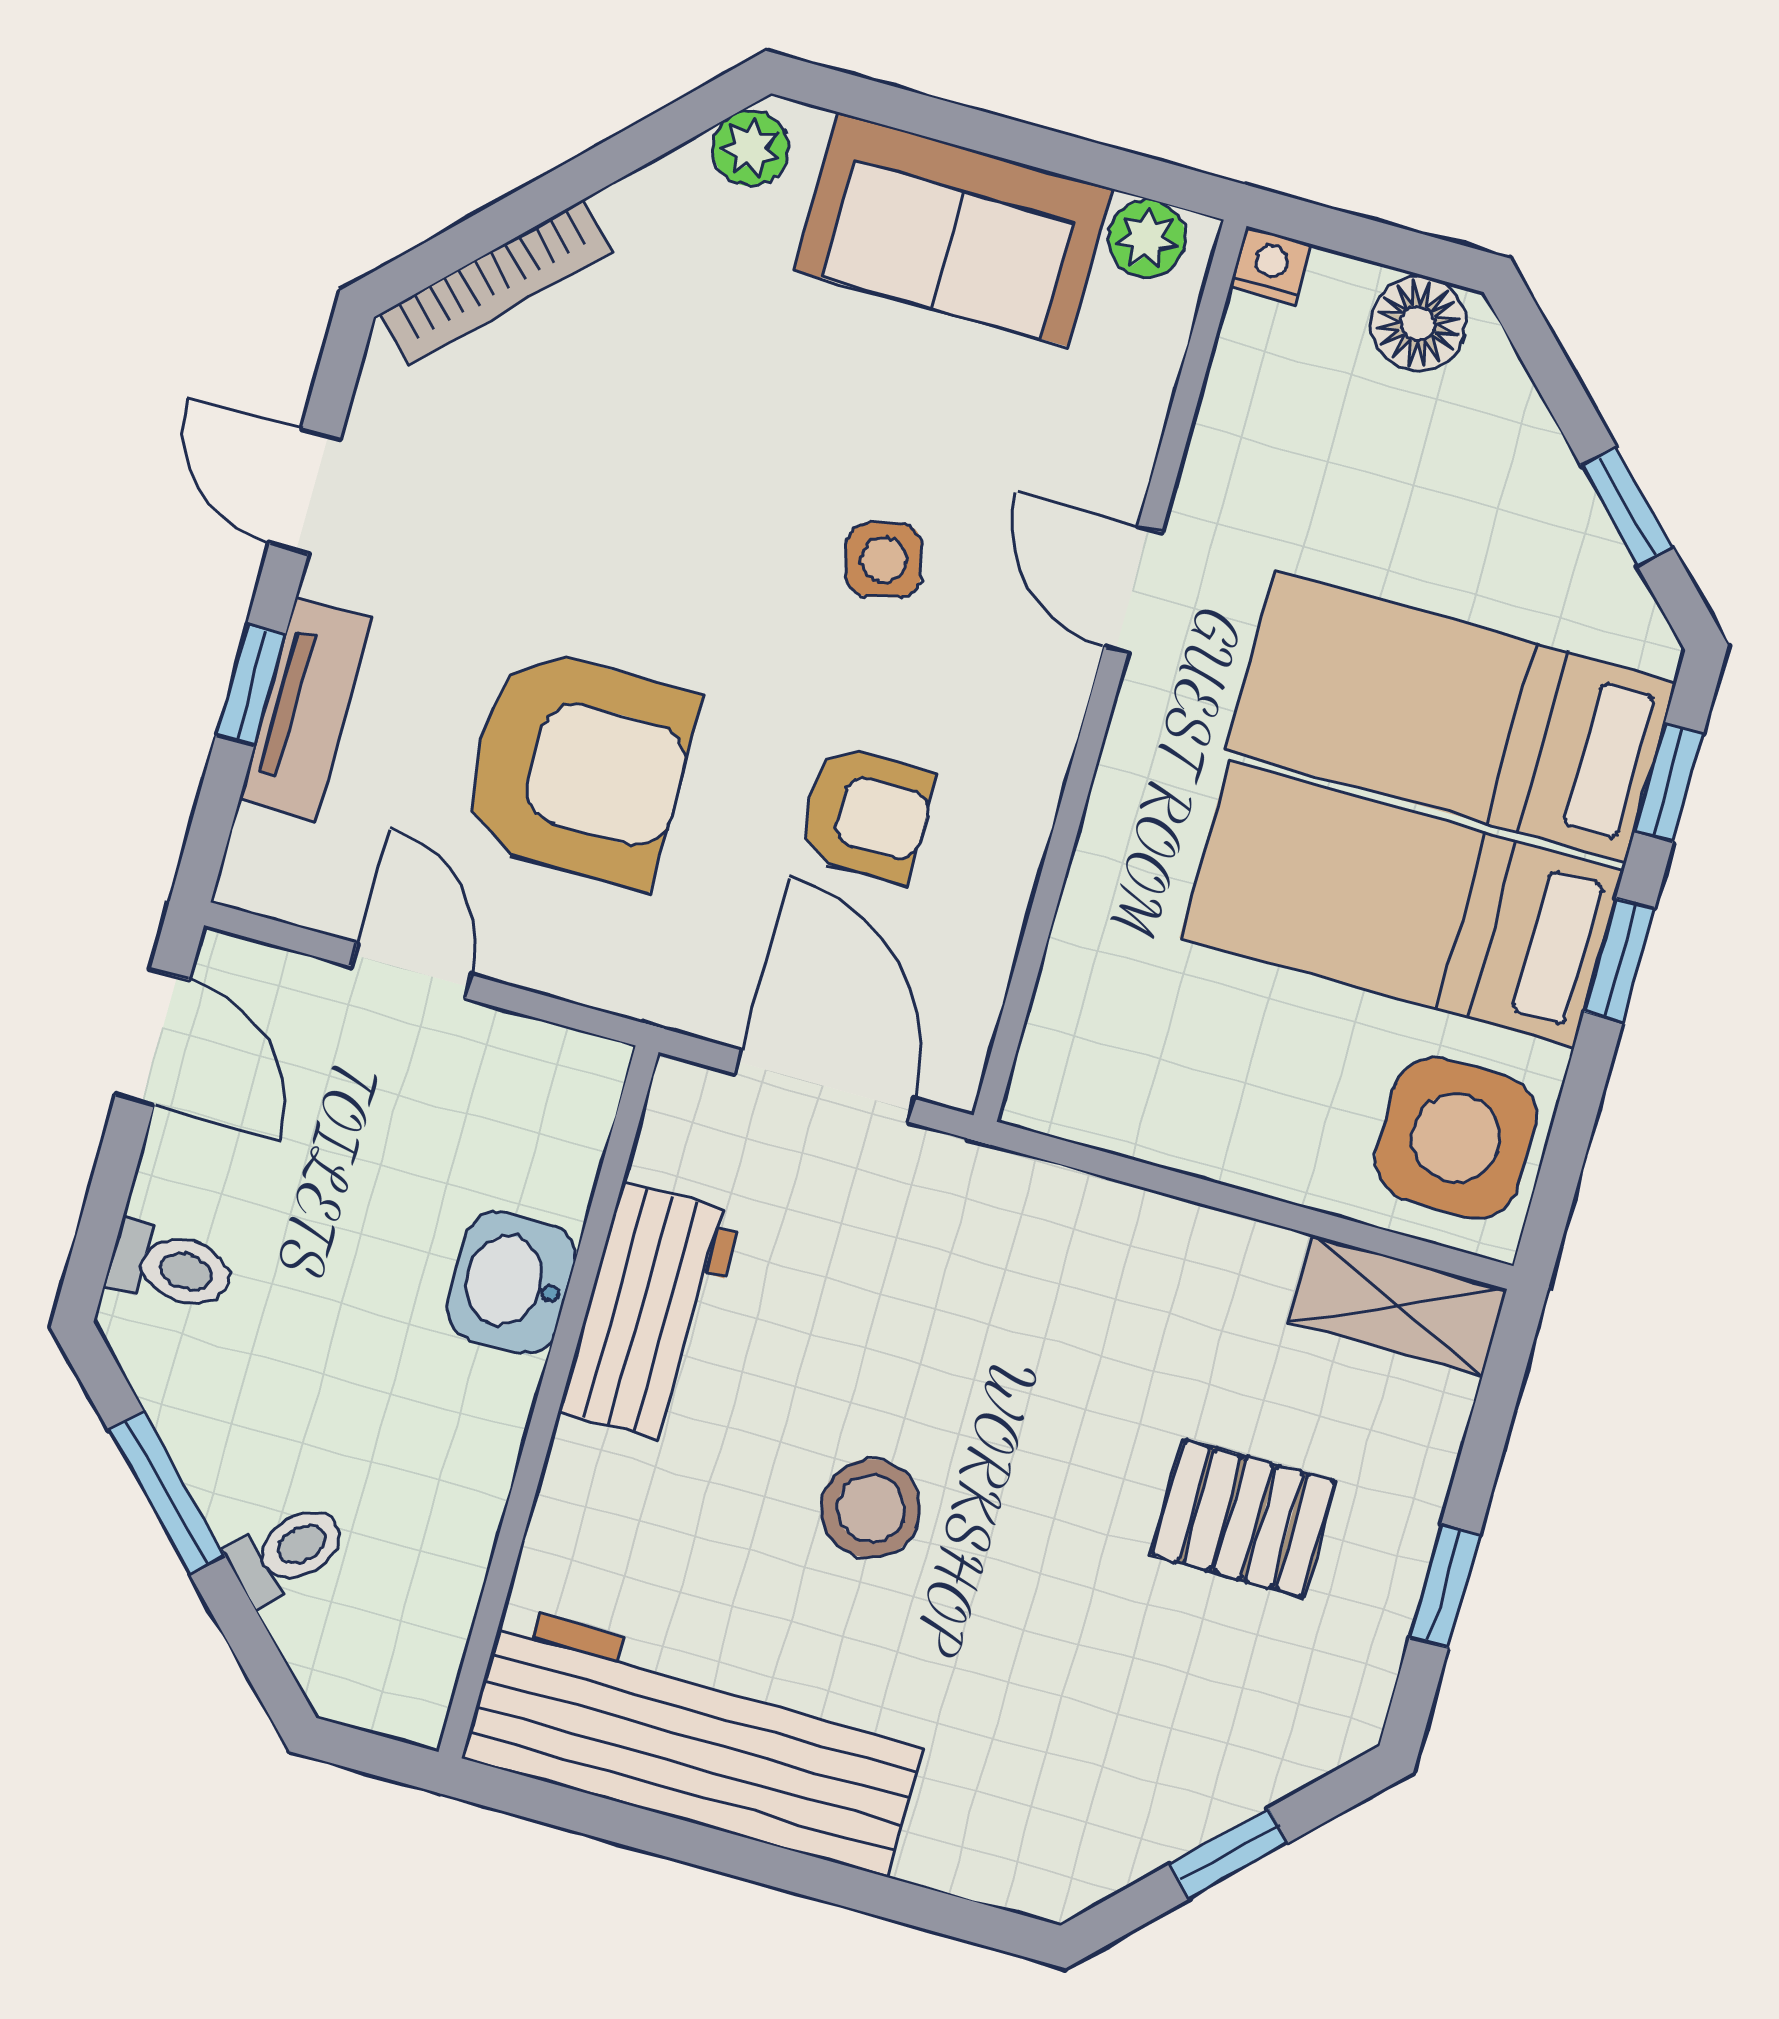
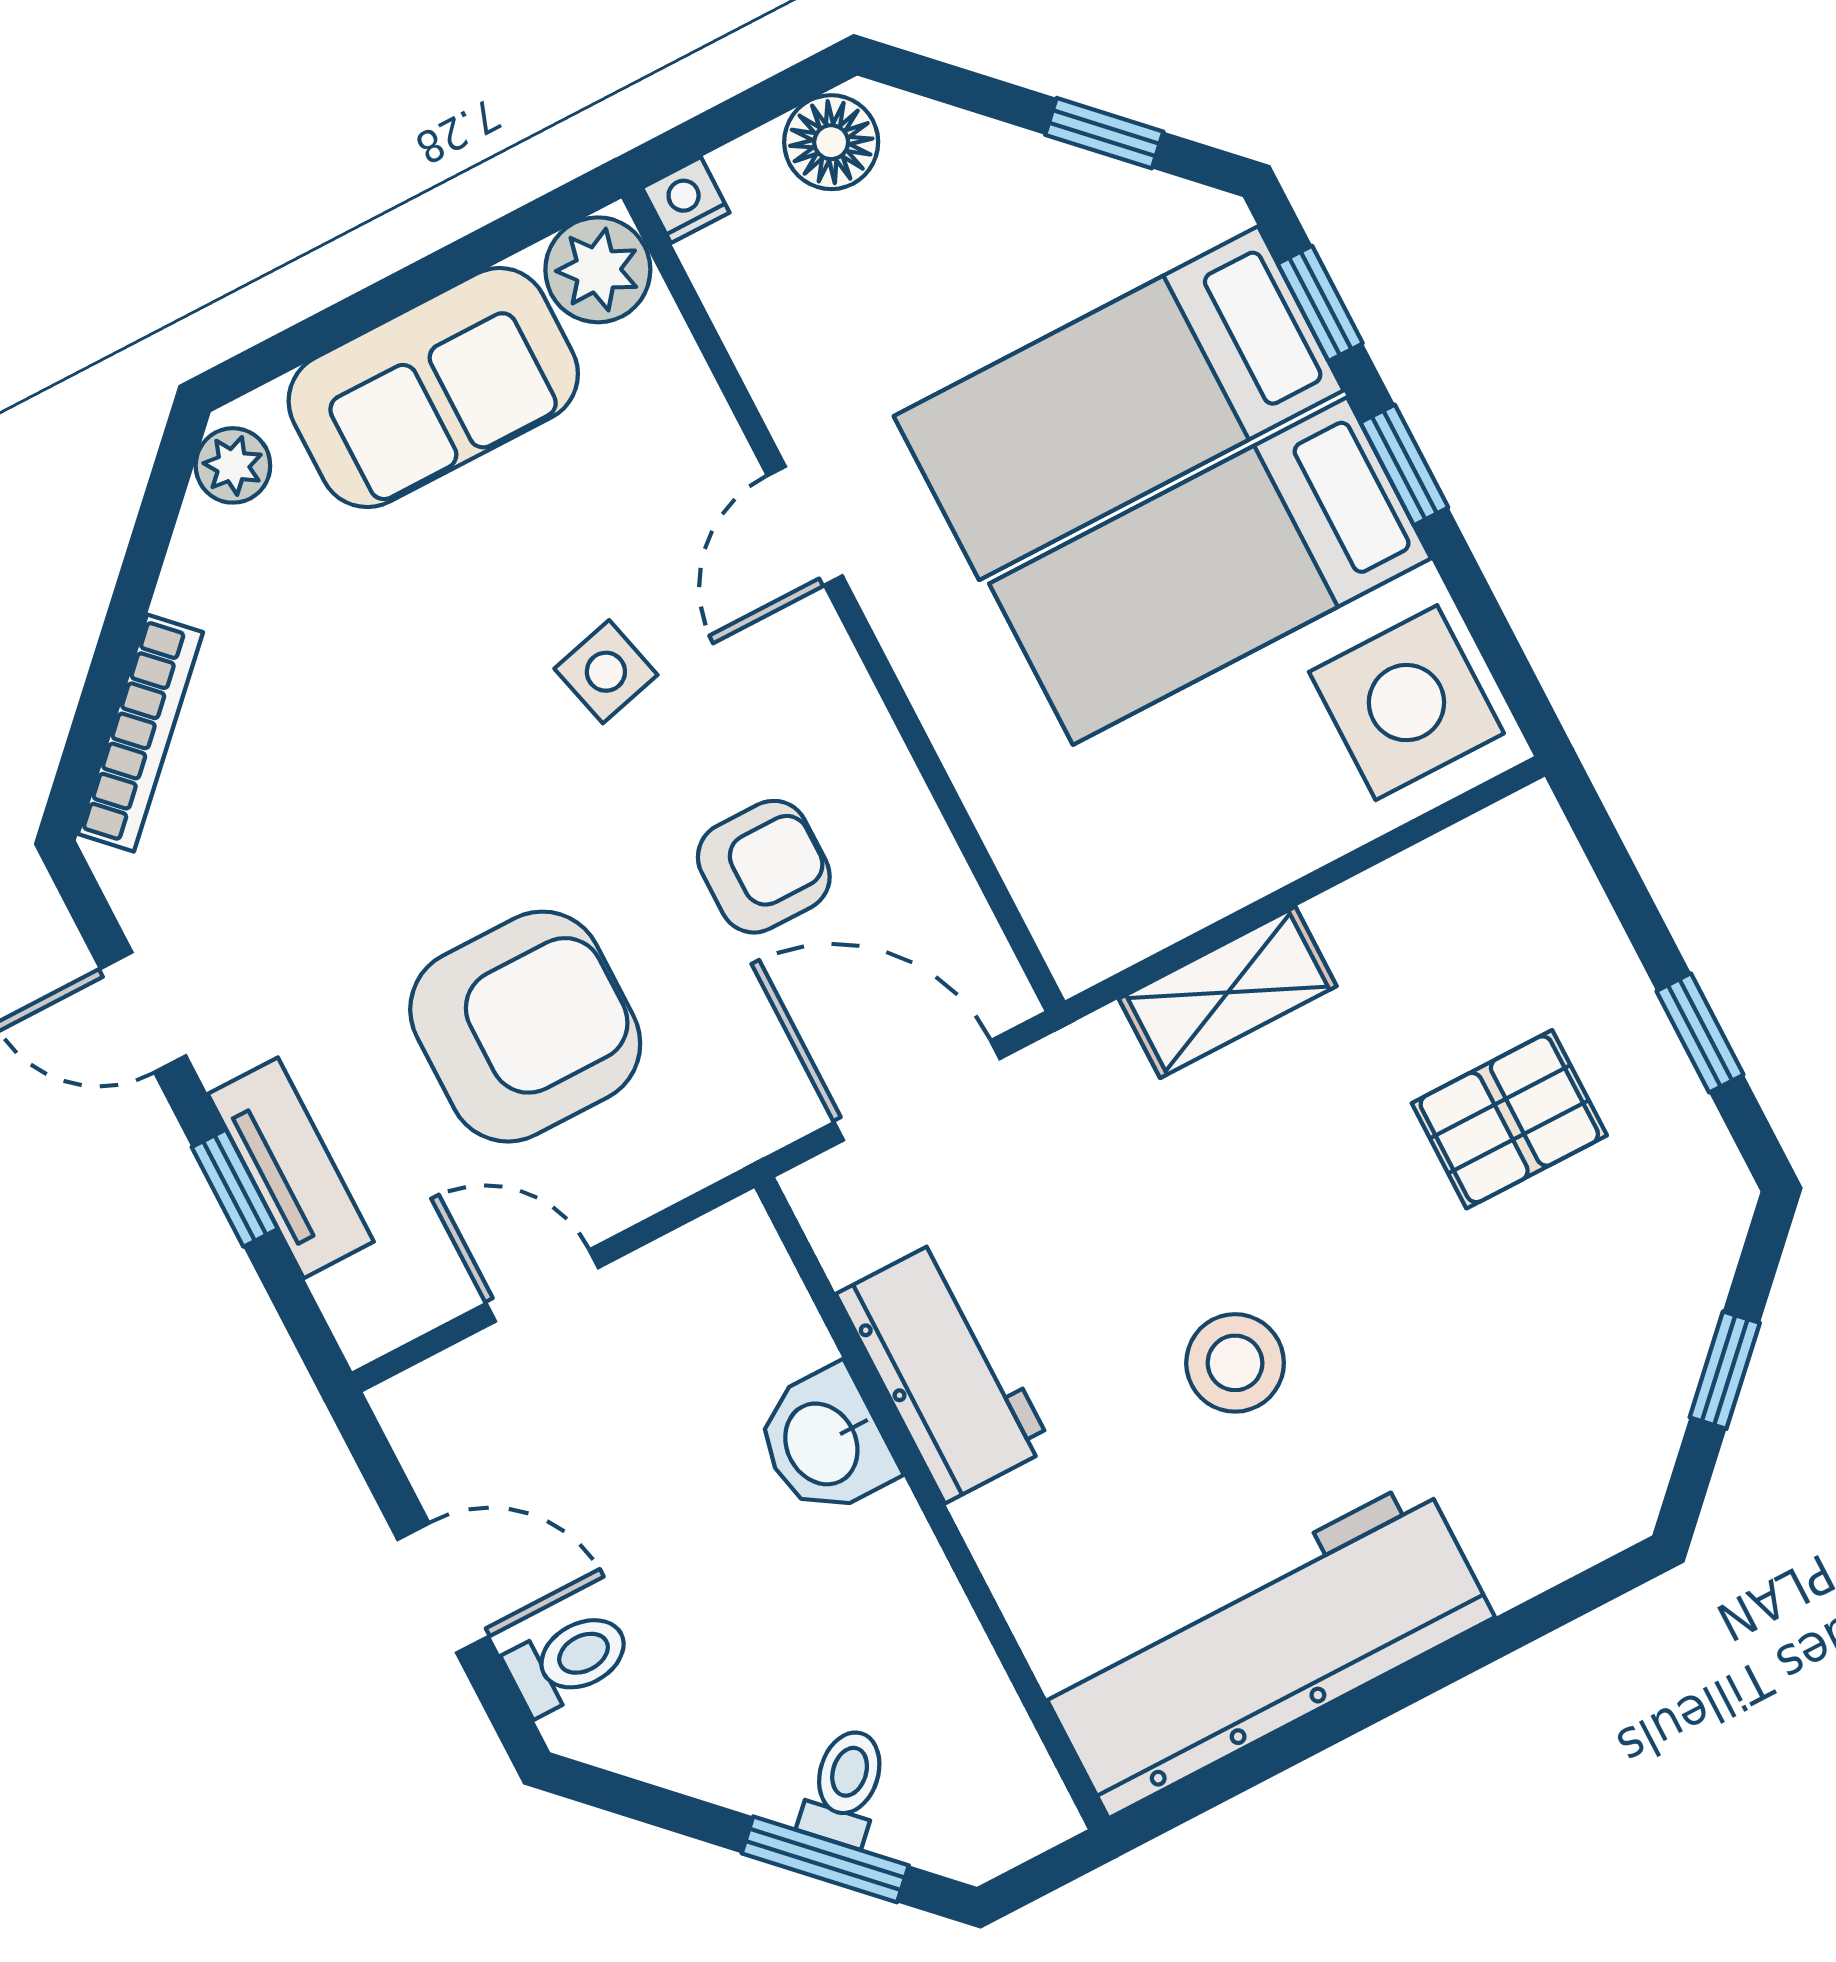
plant: (1147, 238) -> (598, 270), width x1.38, depth x1.38
door: (1133, 590) -> (805, 526), hinge flipped
door: (152, 1037) -> (443, 1588), moved
shelving: (1398, 1306) -> (1228, 992), moved
window: (167, 1493) -> (825, 1859), moved

